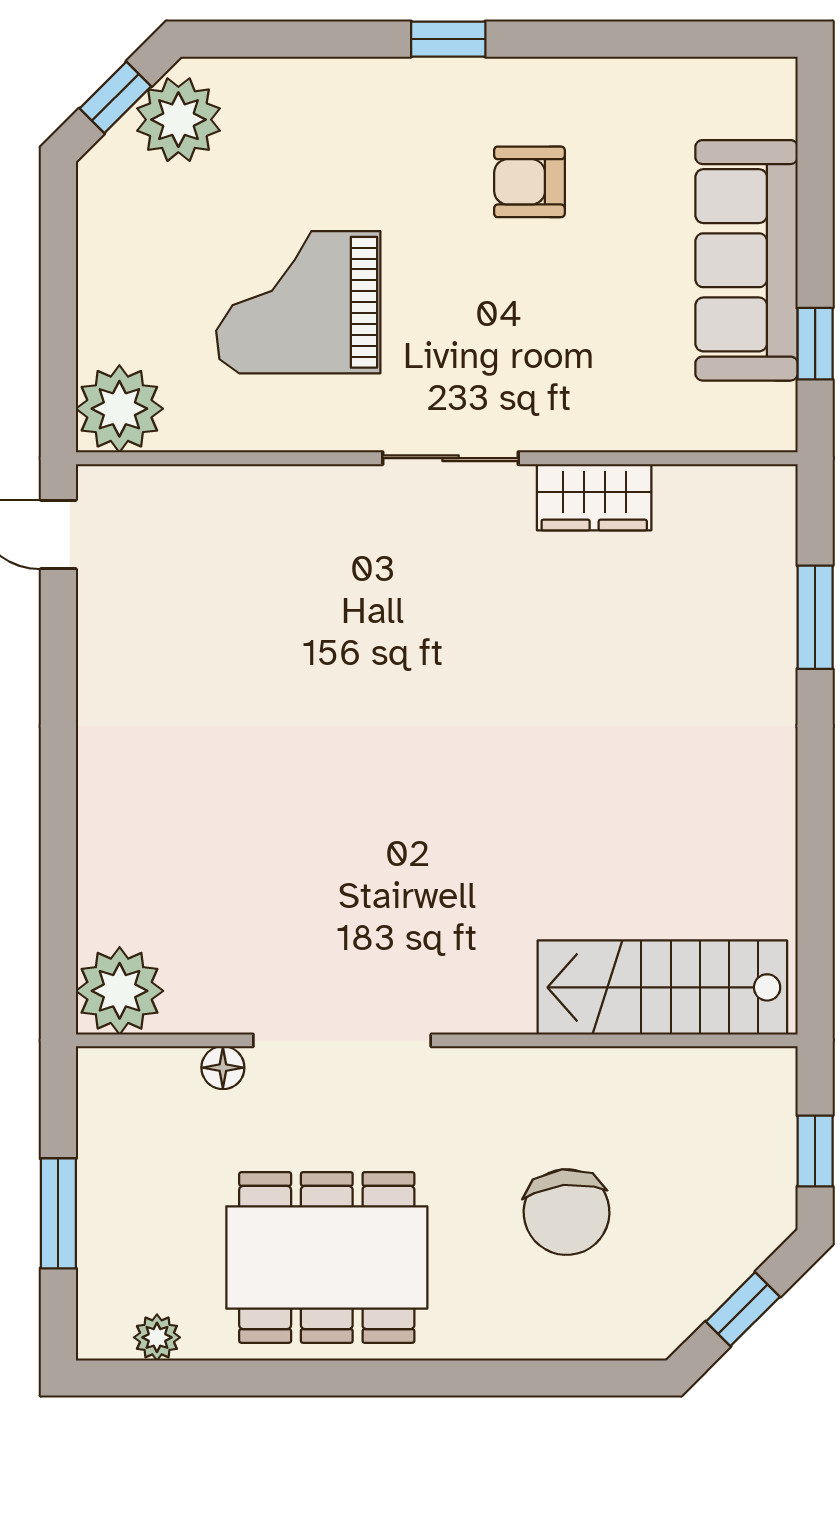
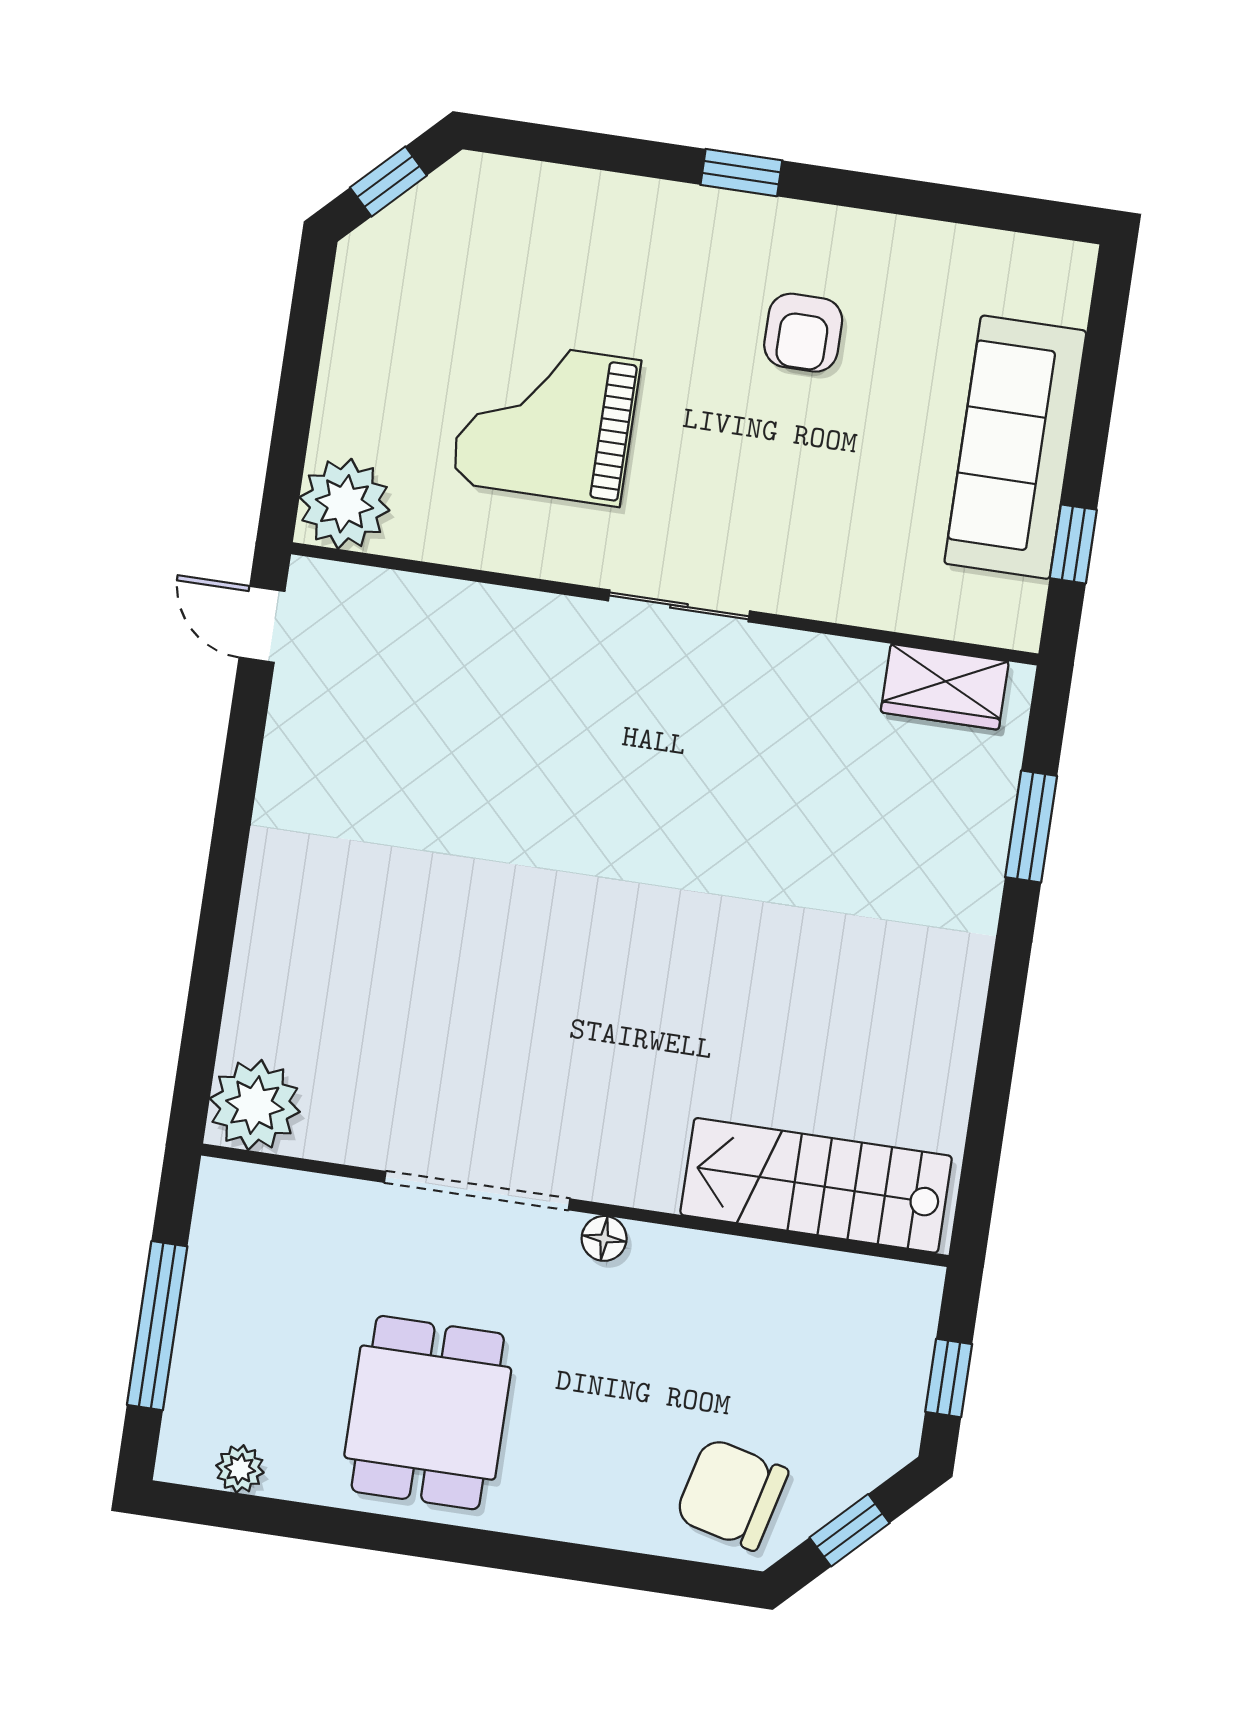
plant: (178, 120) -> (450, 214), removed
armchair: (529, 182) -> (803, 333), turned -90
wardrobe: (594, 497) -> (945, 687), moved
floor lamp: (223, 1068) -> (604, 1238), moved
chair: (567, 1212) -> (732, 1494), moved, turned 110
window: (58, 1213) -> (157, 1326), width x1.44
dining table: (327, 1257) -> (428, 1413), width x0.73

